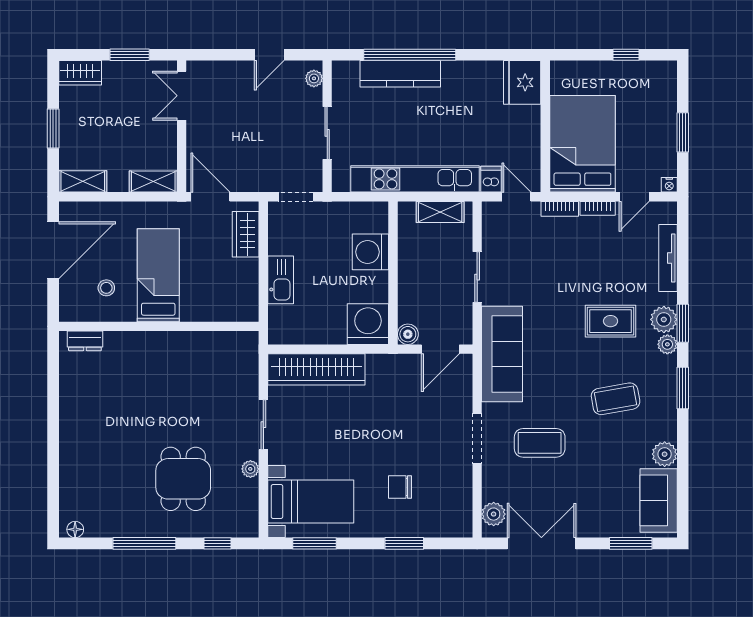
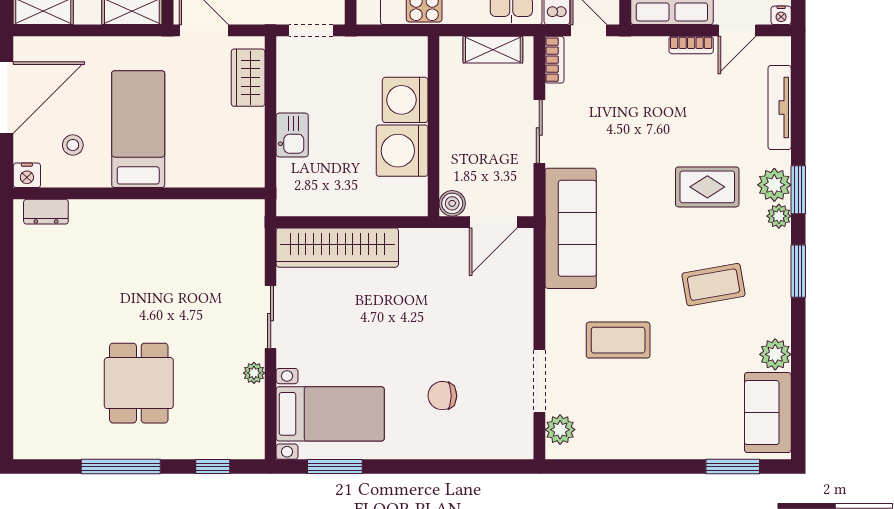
bookcase: (560, 209) -> (554, 60), moved, turned -90
kitchen sink: (281, 280) -> (292, 135), width x0.73
nightstand: (70, 312) -> (27, 175), added
washing machine: (368, 324) -> (402, 151), moved, turned -90
doorway: (477, 438) -> (539, 381), moved
dining table: (183, 479) -> (139, 383), moved
floor lamp: (75, 529) -> (34, 449), removed
window: (404, 543) -> (448, 467), removed
double door: (541, 543) -> (620, 467), removed

